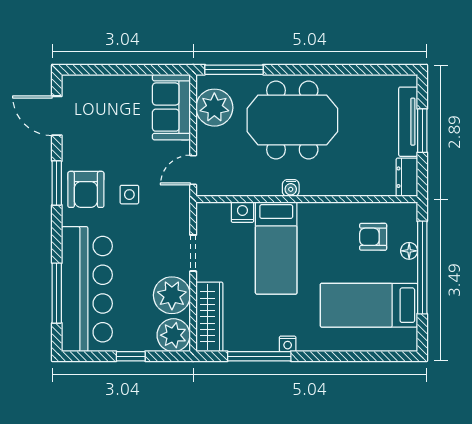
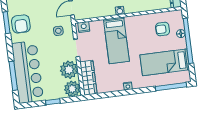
side table: (129, 195) -> (58, 31), moved
nightstand: (242, 212) -> (84, 27), moved
window: (259, 356) -> (171, 87), moved

